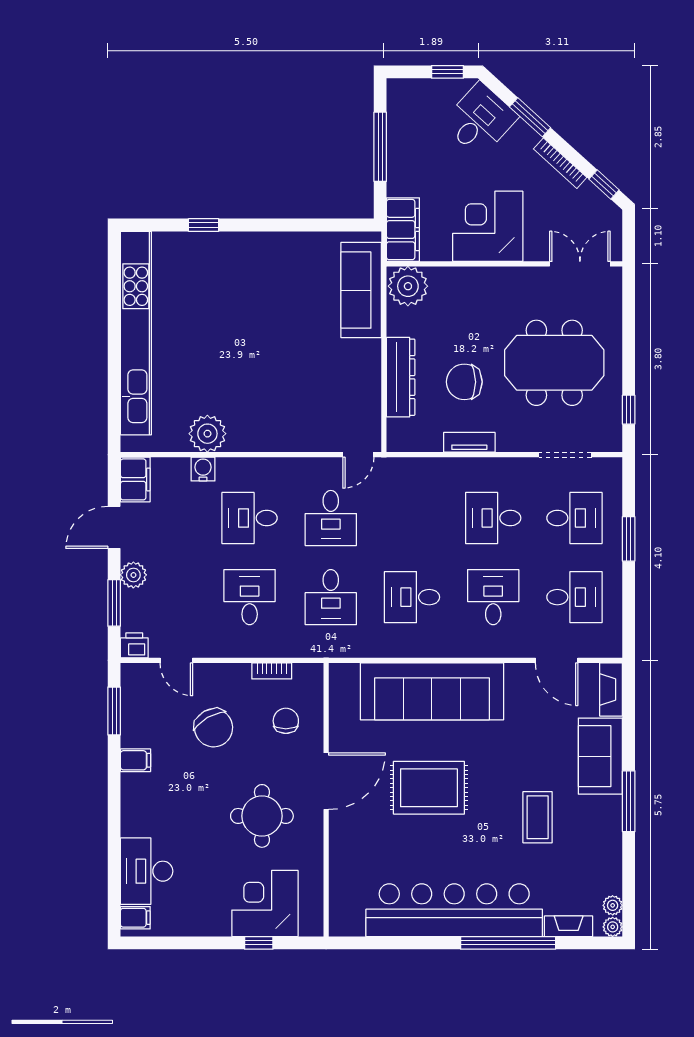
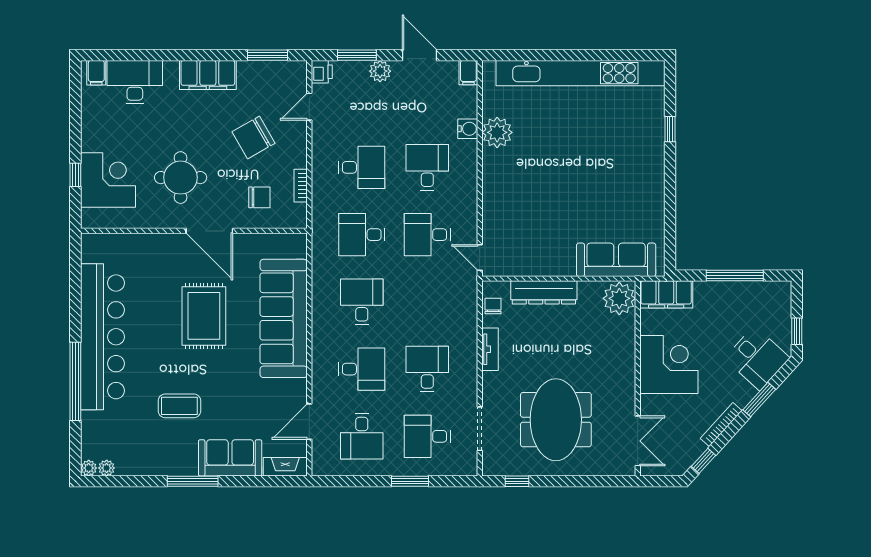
chair: (464, 382) -> (493, 306), moved, width x0.54, depth x0.54
filing cabinet: (135, 479) -> (468, 73), width x0.50
desk: (574, 518) -> (427, 436), turned 90
filing cabinet: (135, 760) -> (208, 75), width x3.00, depth x1.17
fireplace: (569, 926) -> (89, 432), removed

